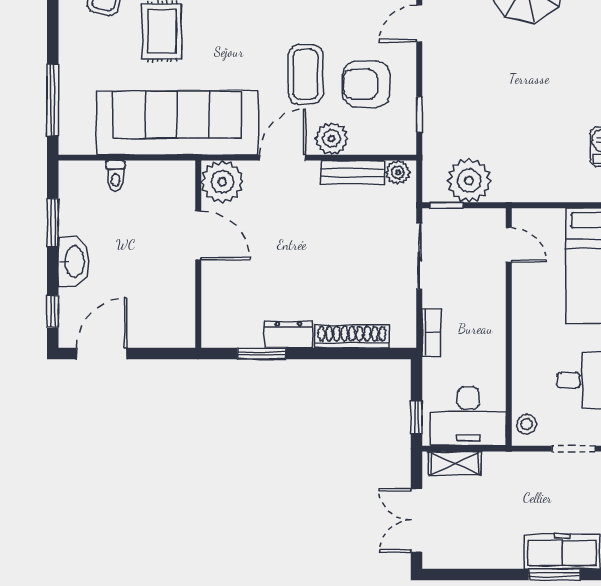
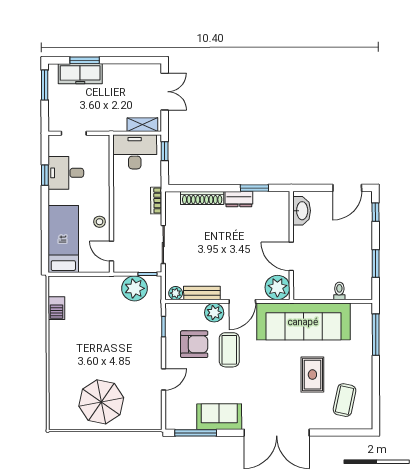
washbasin: (73, 262) -> (302, 211), moved, turned 180
stool: (527, 424) -> (100, 222), moved

